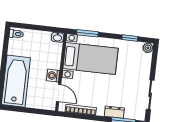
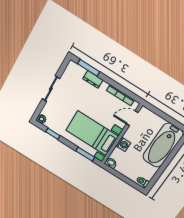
washing machine: (53, 76) -> (123, 144), moved
door: (59, 93) -> (132, 118), hinge flipped
sliding door: (150, 95) -> (51, 89), moved

